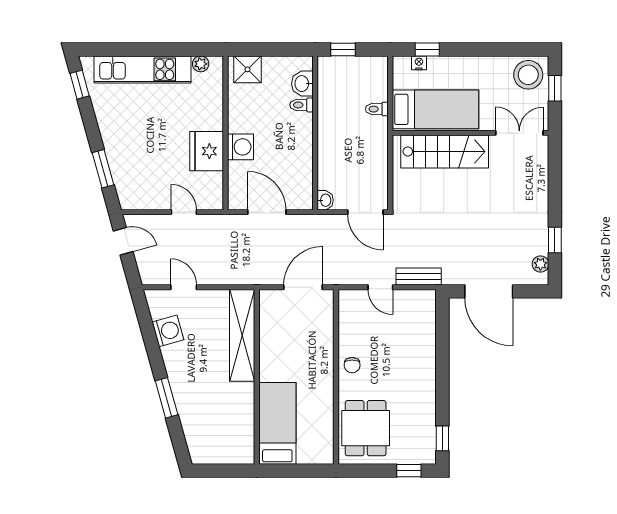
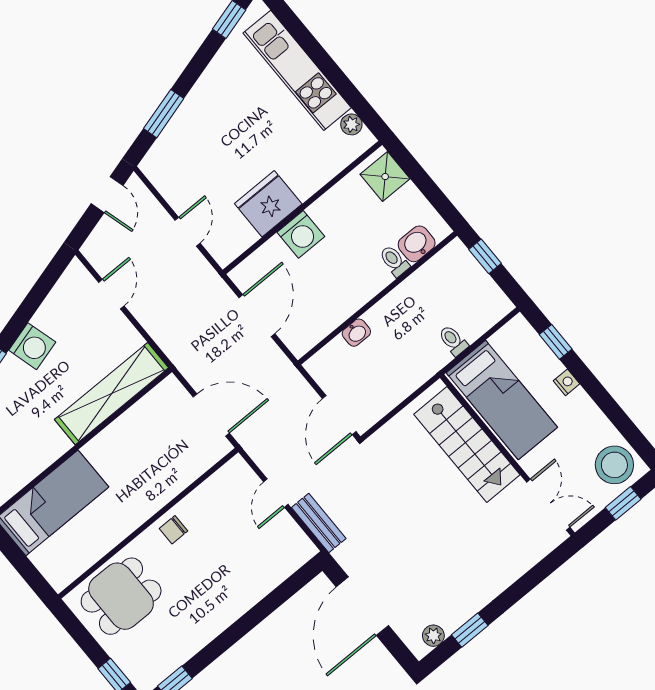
nightstand: (419, 63) -> (566, 382), moved
washbasin: (325, 200) -> (356, 333), moved
washing machine: (168, 331) -> (32, 346), moved

